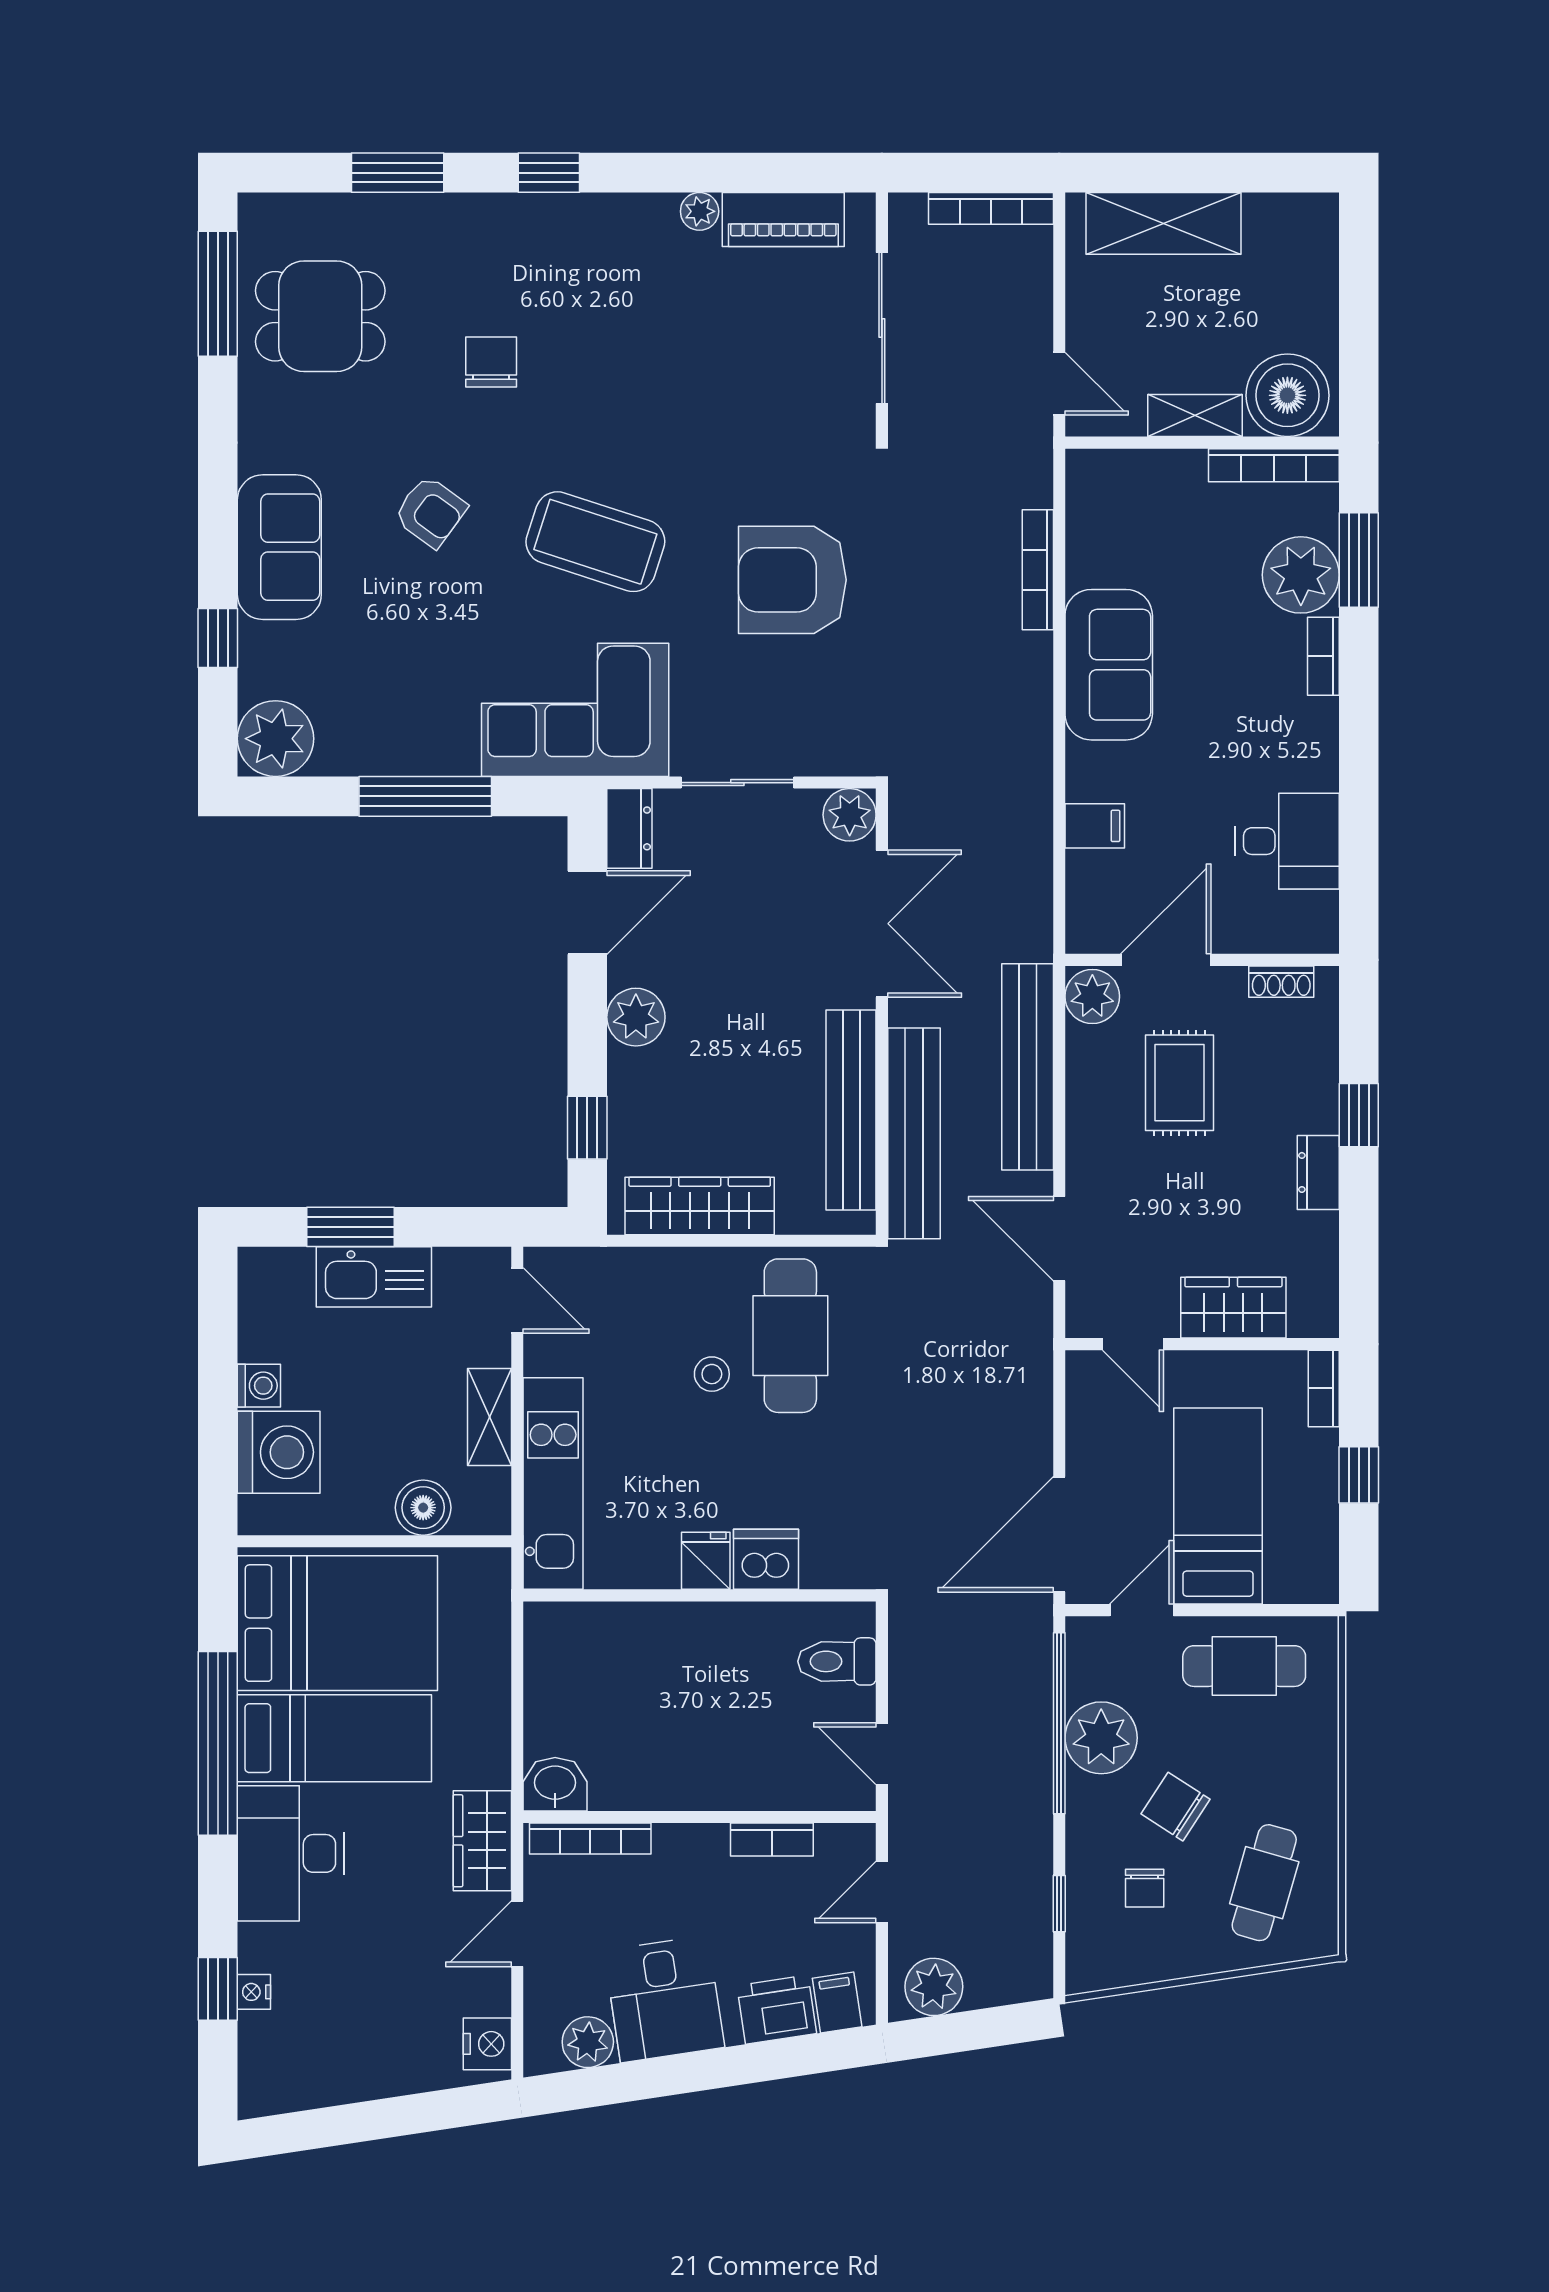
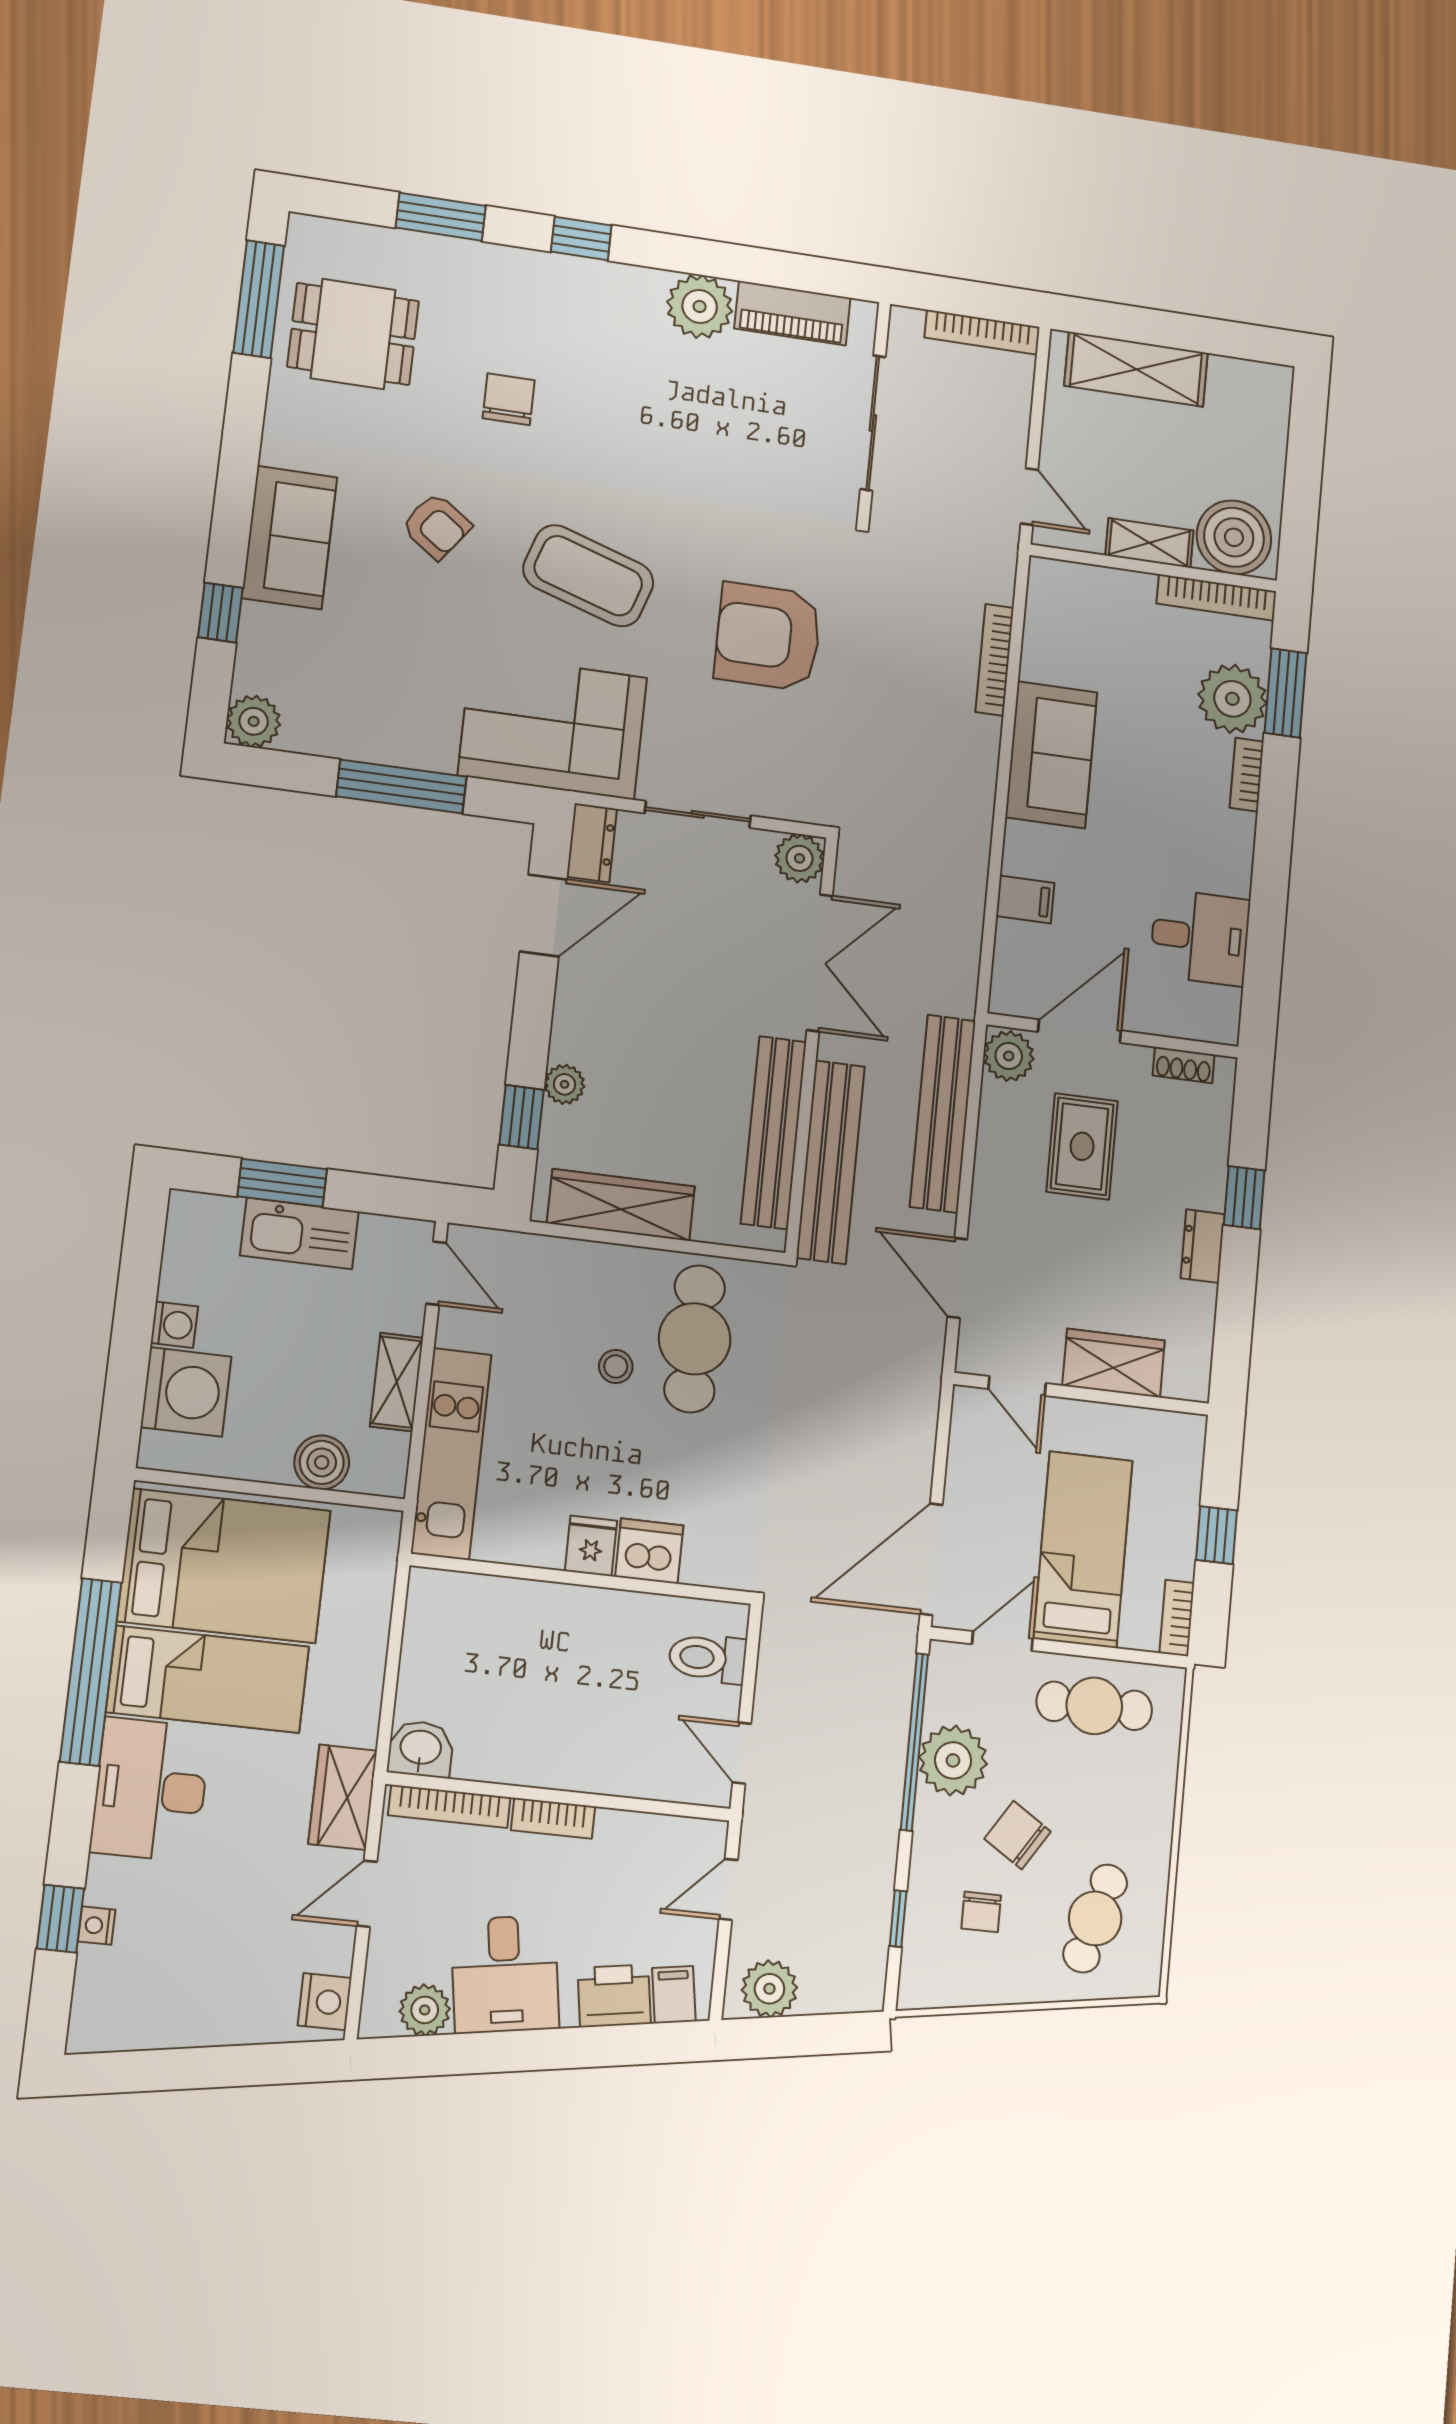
plant: (700, 211) -> (700, 306), width x1.88, depth x1.88
plant: (276, 739) -> (254, 721), width x0.73, depth x0.73
plant: (636, 1017) -> (564, 1084), moved, width x0.73, depth x0.73
bookcase: (1324, 1388) -> (1177, 1618), moved
bookcase: (772, 1840) -> (553, 1818), moved

